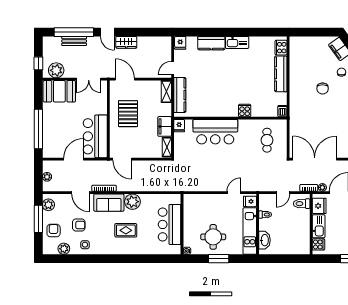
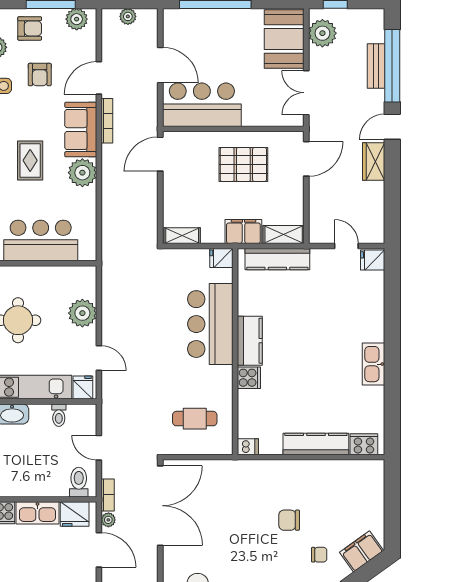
kitchen counter: (211, 43) -> (250, 341), moved, turned 180
door: (173, 68) -> (346, 246), moved
filing cabinet: (165, 126) -> (243, 232), moved
plant: (209, 202) -> (82, 313), added

